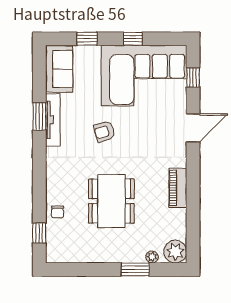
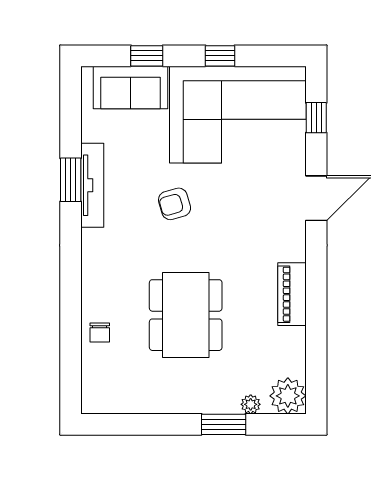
sofa: (59, 69) -> (131, 88), moved, turned 90
window: (39, 233) -> (71, 366), removed

